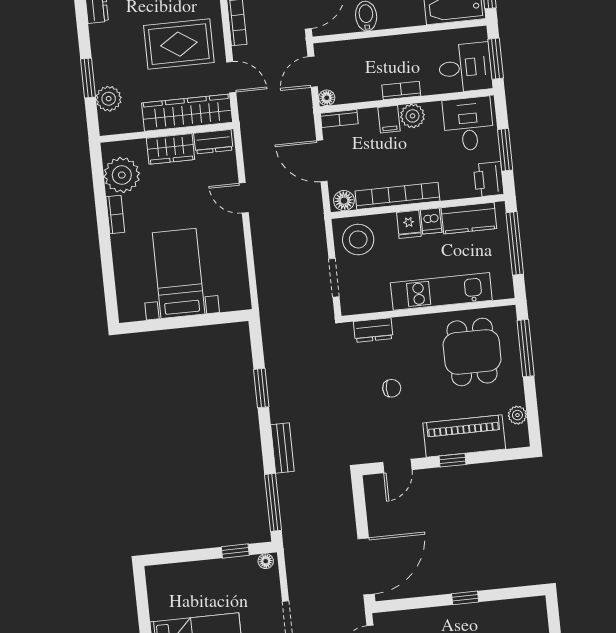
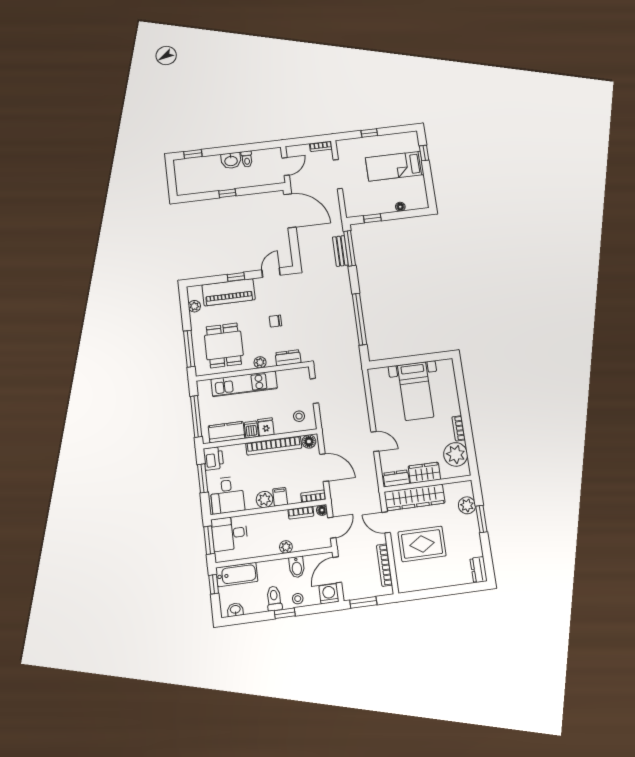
plant: (382, 46) -> (286, 547), added
bookcase: (401, 90) -> (301, 513), moved
stool: (358, 239) -> (299, 416), width x0.53, depth x0.53
plant: (416, 324) -> (260, 362), added
window: (261, 388) -> (359, 319), width x2.11
bench: (282, 448) -> (340, 251), moved
floor lamp: (266, 561) -> (400, 207), moved
door: (366, 566) -> (290, 211), swing flipped

